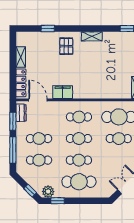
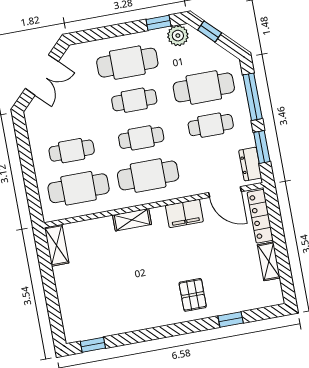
shelving: (92, 36) -> (132, 220), moved
cafe table: (79, 117) -> (148, 175), width x1.37, depth x1.35
cafe table: (39, 160) -> (204, 87), width x1.37, depth x1.35

